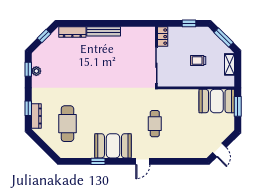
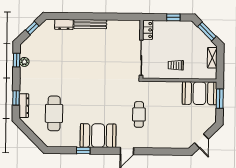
dresser: (72, 32) -> (64, 24), width x0.70
trolley: (198, 60) -> (176, 65), moved

